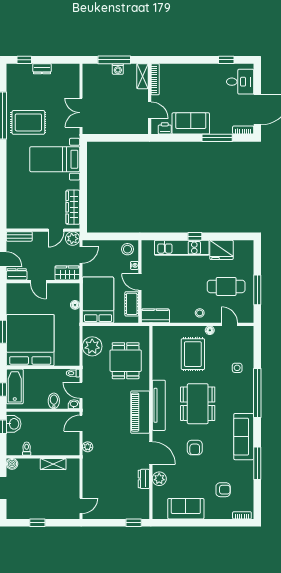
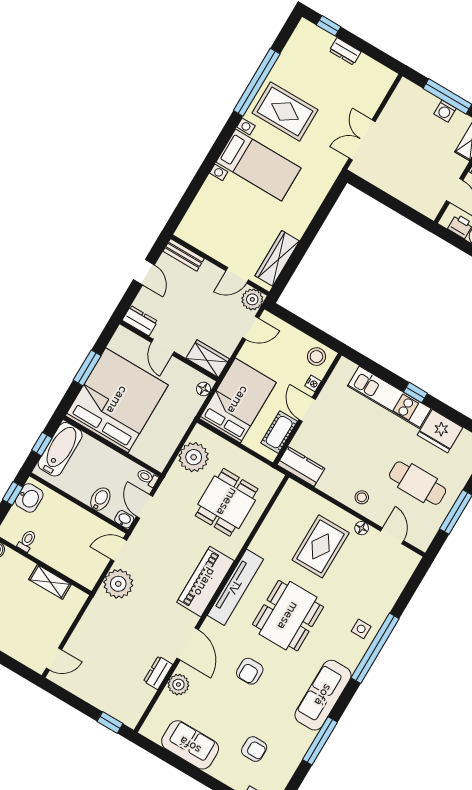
bed with nightstands: (55, 159) -> (258, 165), moved, turned 180
wardrobe: (67, 273) -> (208, 359), moved
dresser: (17, 274) -> (140, 321), moved
door: (38, 282) -> (163, 347), moved
wall: (43, 282) -> (169, 351), moved
side table: (237, 368) -> (361, 629), moved
plant: (88, 447) -> (118, 584), width x1.87, depth x1.87

